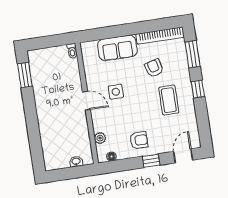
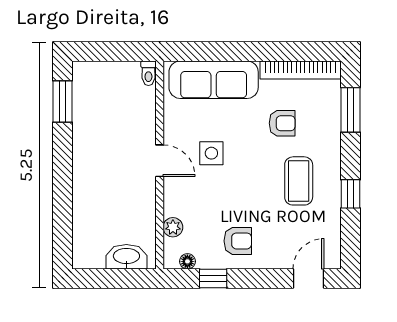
sofa: (117, 48) -> (214, 80), width x1.36
armchair: (154, 68) -> (282, 123), turned 105
window: (198, 89) -> (350, 194), moved
window: (151, 161) -> (213, 279), moved
washbasin: (76, 162) -> (126, 257), width x1.91, depth x1.45

